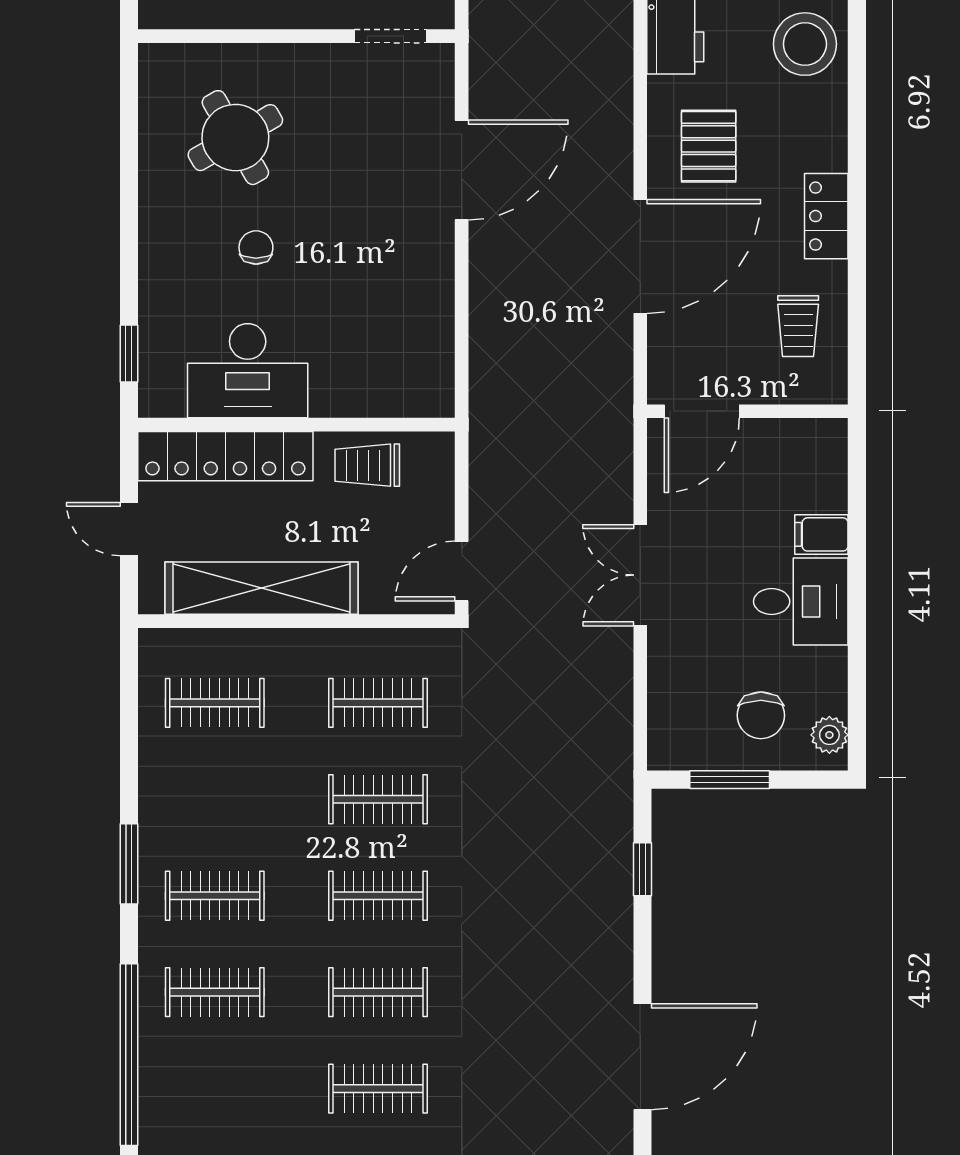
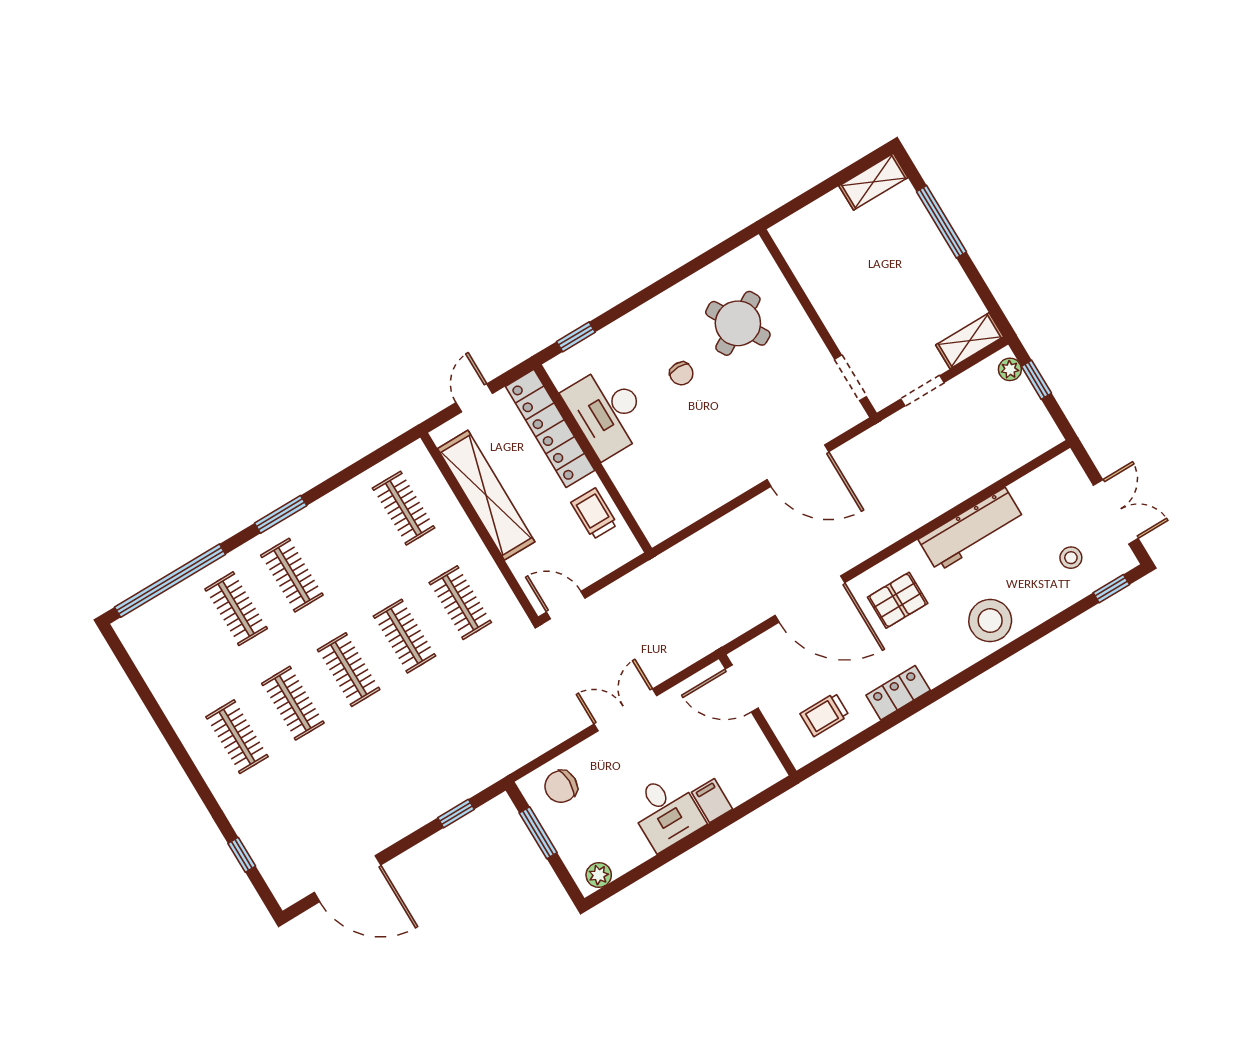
chair: (256, 247) -> (681, 373), turned 90
chair: (761, 715) -> (561, 787), moved

